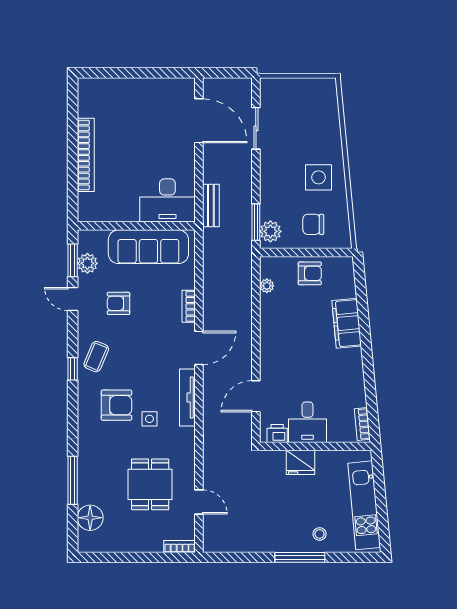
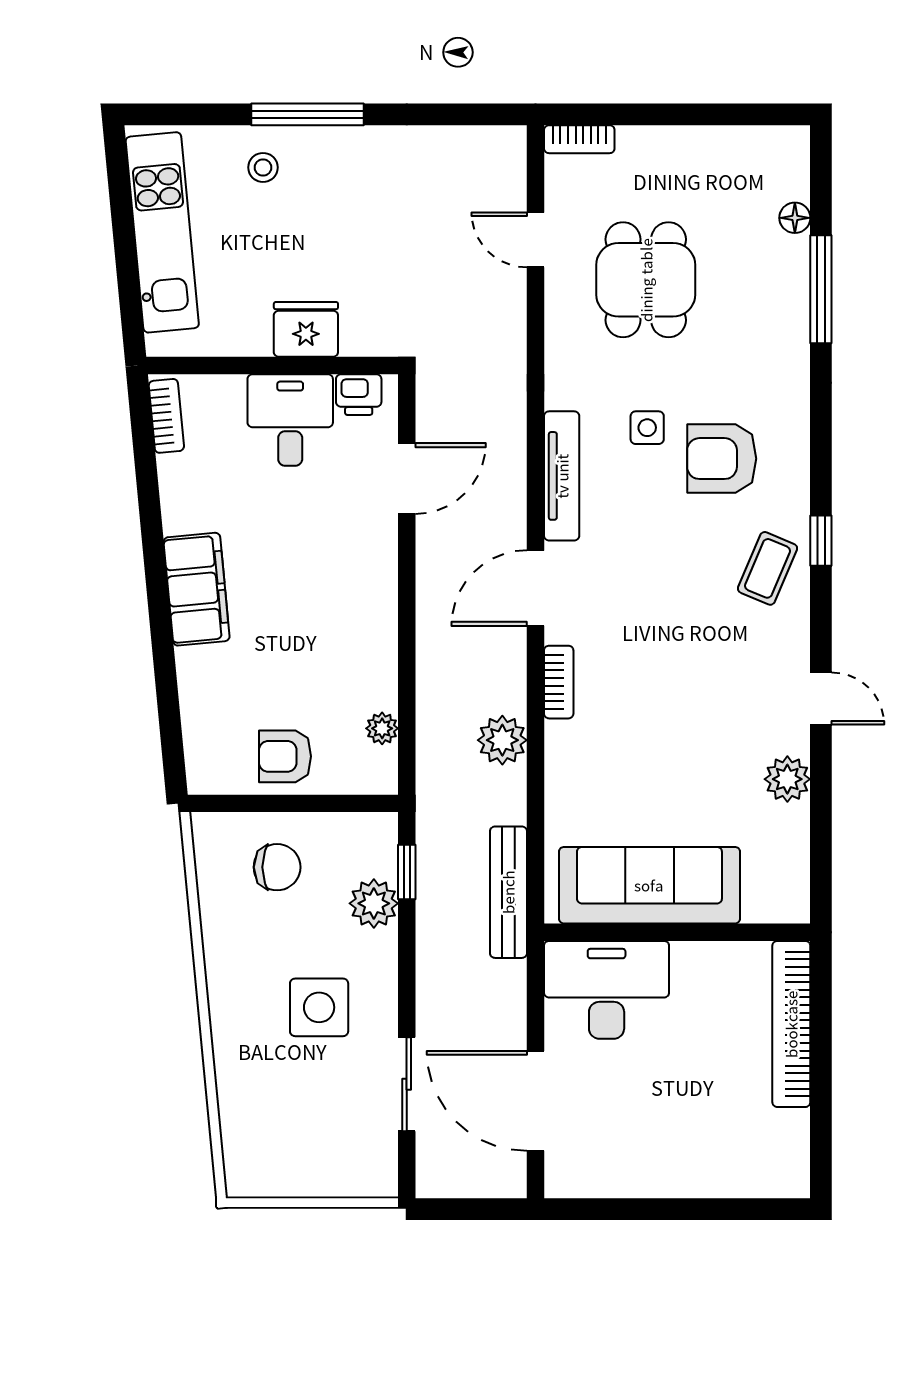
side table: (319, 177) -> (319, 1007), moved
desk: (167, 200) -> (607, 990), moved
bench: (211, 205) -> (508, 892), width x1.36
window: (256, 222) -> (407, 872), width x0.67
wall: (136, 226) -> (677, 932), moved
plant: (270, 231) -> (374, 903), moved
sofa: (148, 247) -> (649, 885), moved
window: (73, 260) -> (821, 786), removed
plant: (214, 281) -> (502, 740), added
armchair: (119, 303) -> (717, 688), removed
filing cabinet: (347, 323) -> (197, 589), moved
floor lamp: (90, 518) -> (795, 218), width x0.53, depth x0.53

